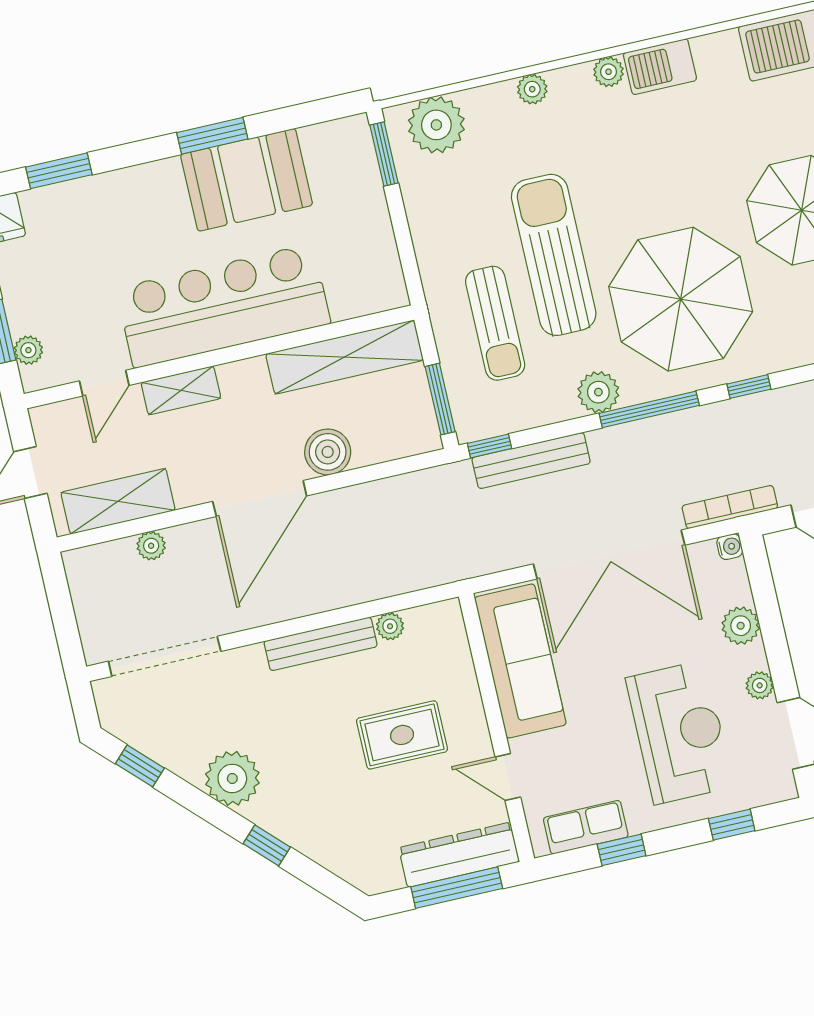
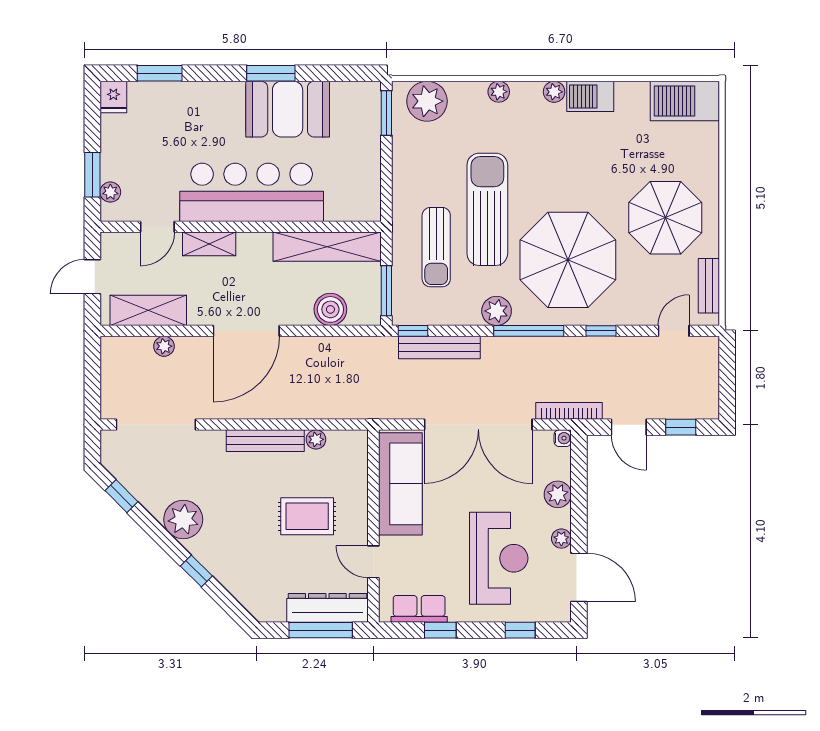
boiler: (328, 452) -> (330, 309), moved

